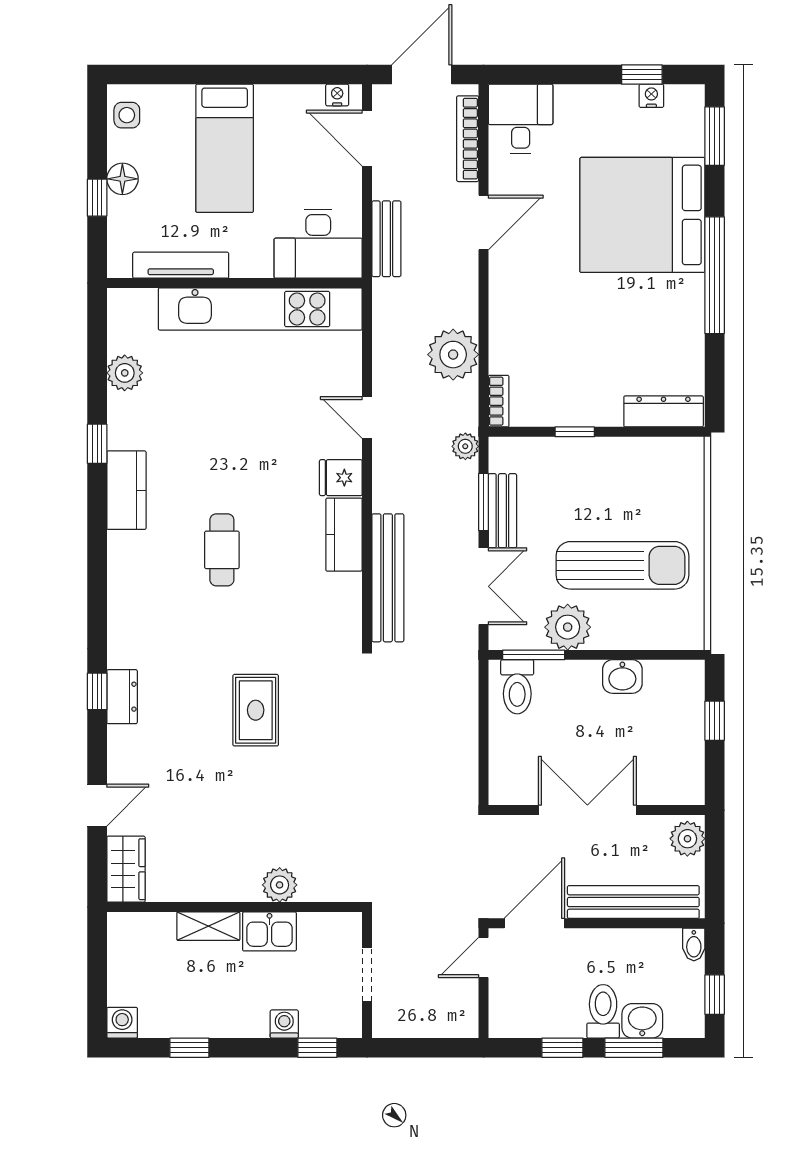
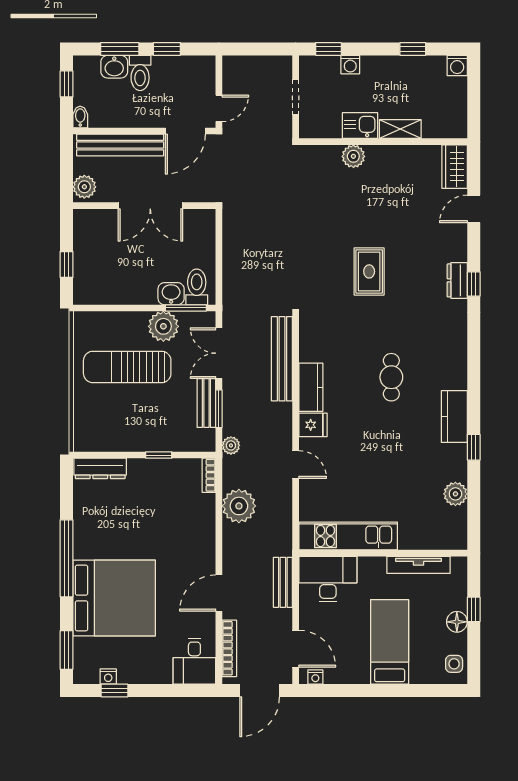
kitchen unit: (260, 309) -> (348, 536), width x0.73
washbasin: (622, 677) -> (171, 294), moved

